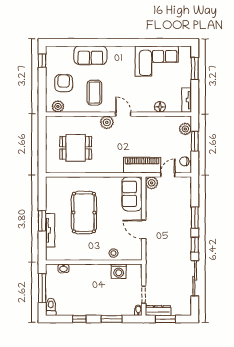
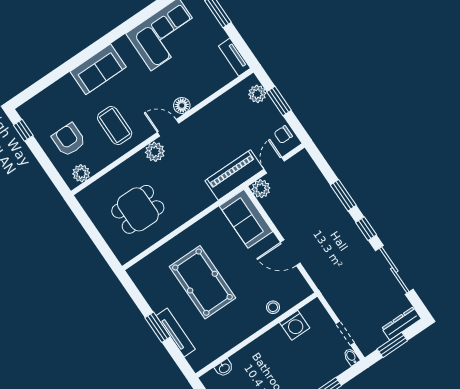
sofa: (90, 55) -> (98, 69), moved
floor lamp: (160, 107) -> (182, 105), moved
dresser: (158, 311) -> (401, 323), moved

